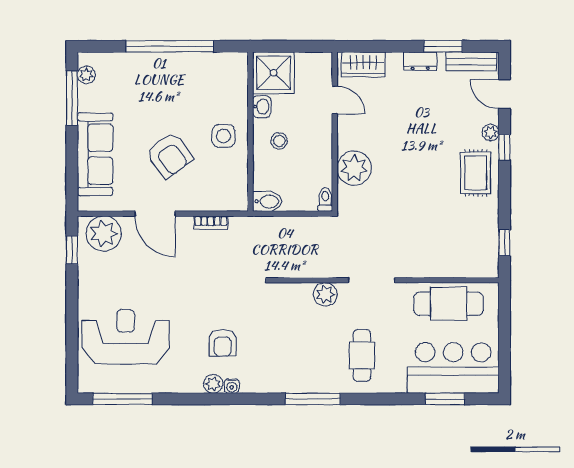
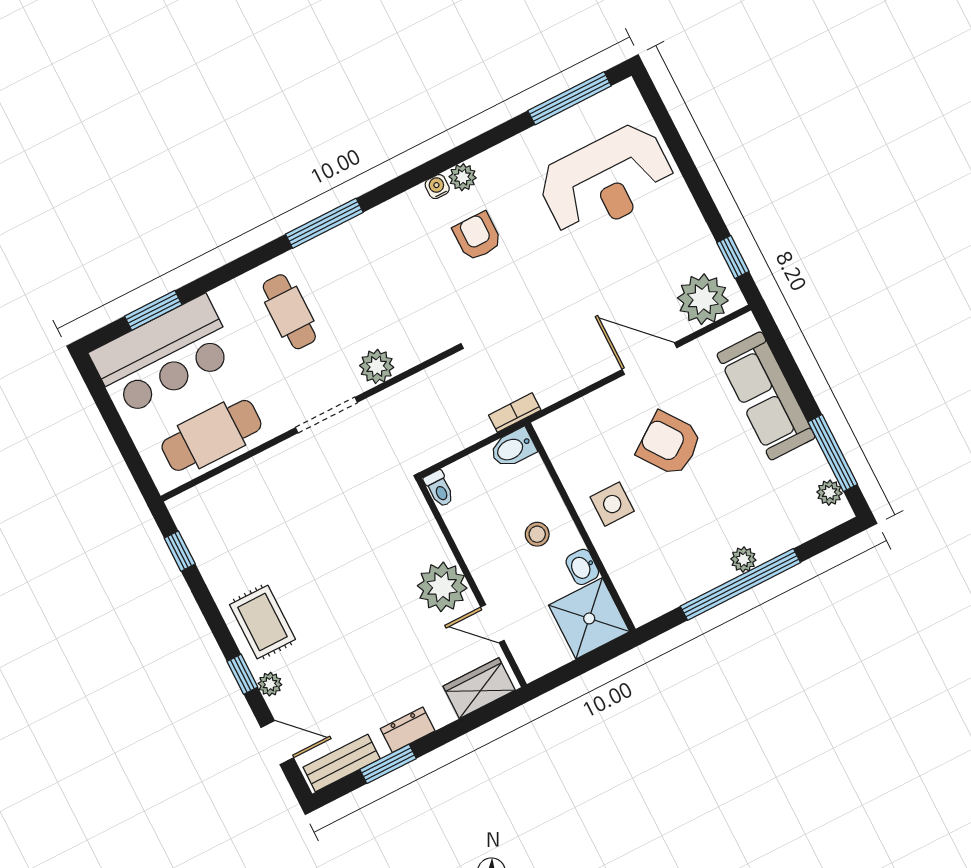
plant: (160, 61) -> (743, 559), added
plant: (354, 168) -> (442, 587), moved
bookcase: (211, 223) -> (515, 413), moved

